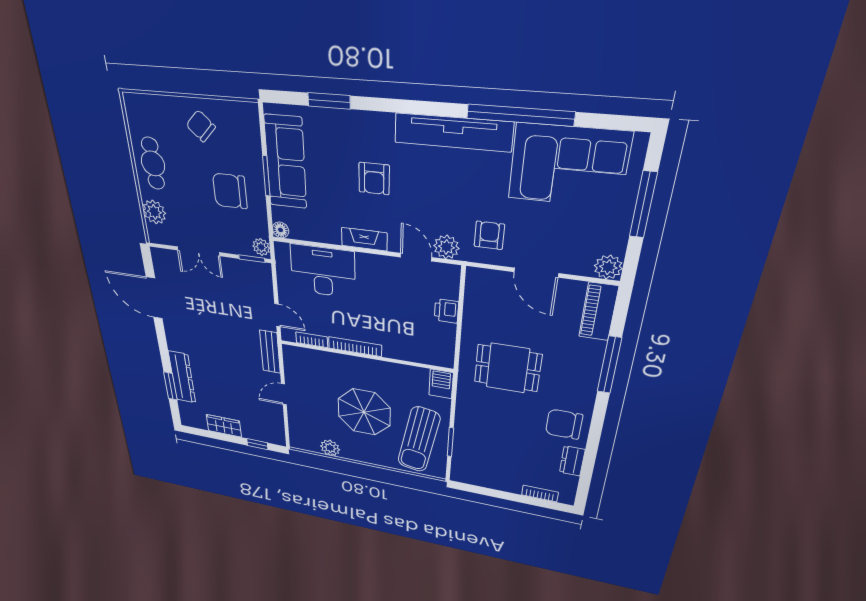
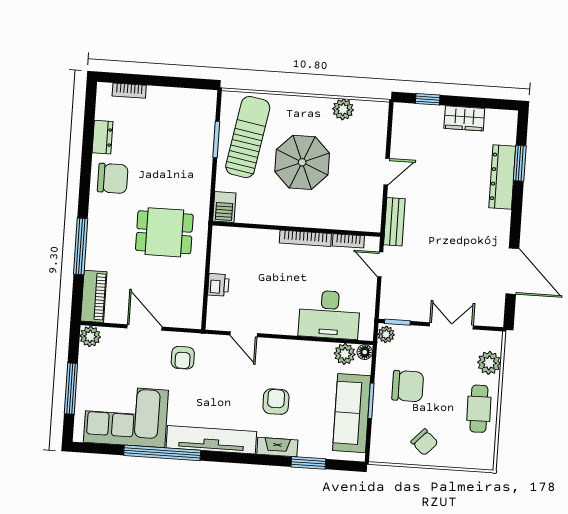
fireplace: (364, 239) -> (277, 447), moved, turned 180
plant: (446, 247) -> (345, 354), moved

